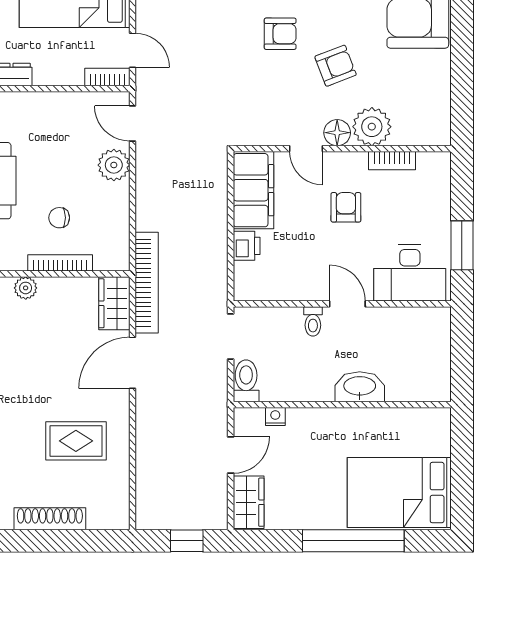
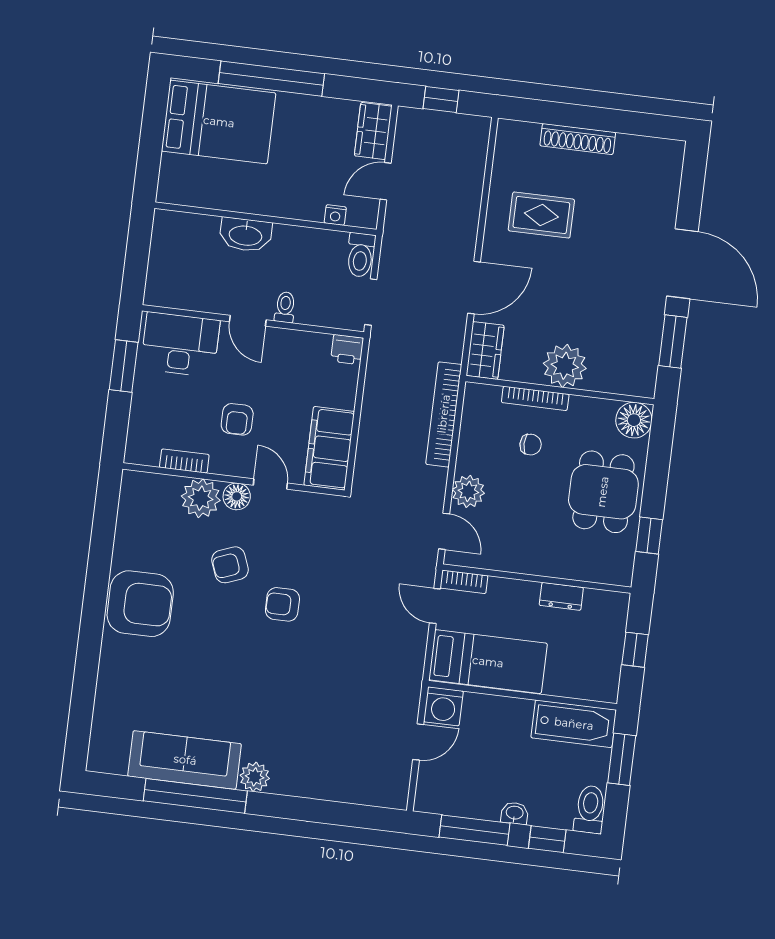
printer: (247, 246) -> (347, 350), moved, turned -90
bookcase: (147, 283) -> (444, 414), moved
plant: (26, 288) -> (565, 366), width x1.87, depth x1.87

